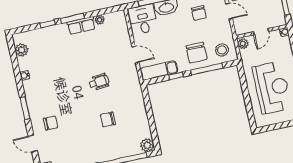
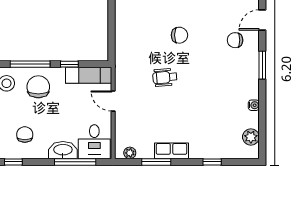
window: (72, 18) -> (156, 162), moved
plant: (100, 20) -> (130, 153), moved
chair: (108, 119) -> (179, 35), moved
door: (33, 144) -> (262, 20), swing flipped

